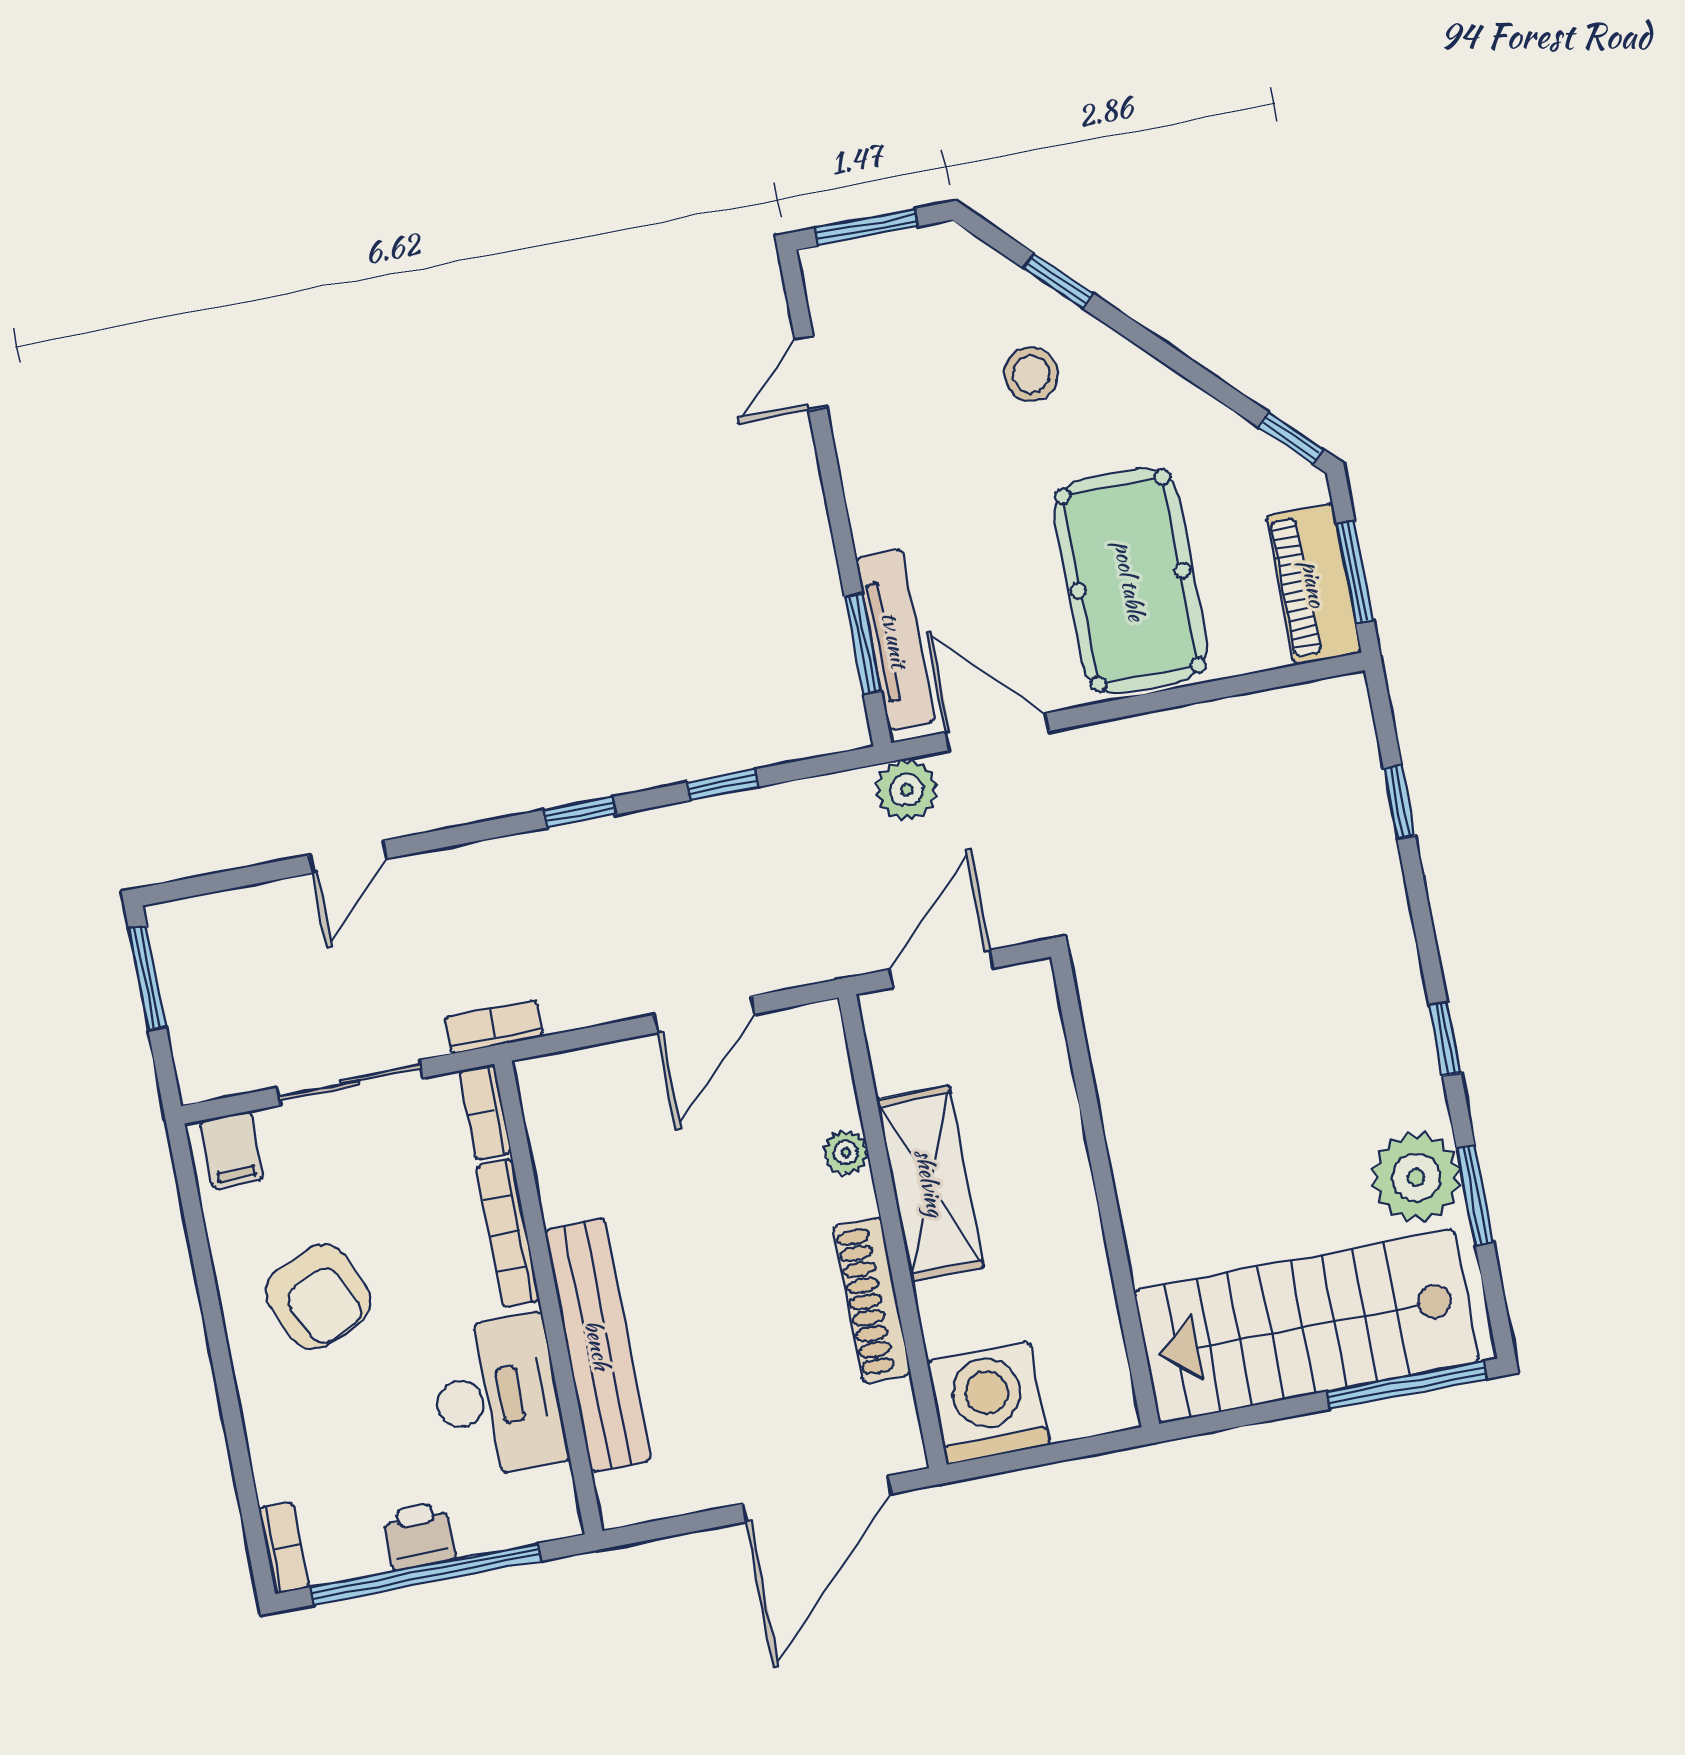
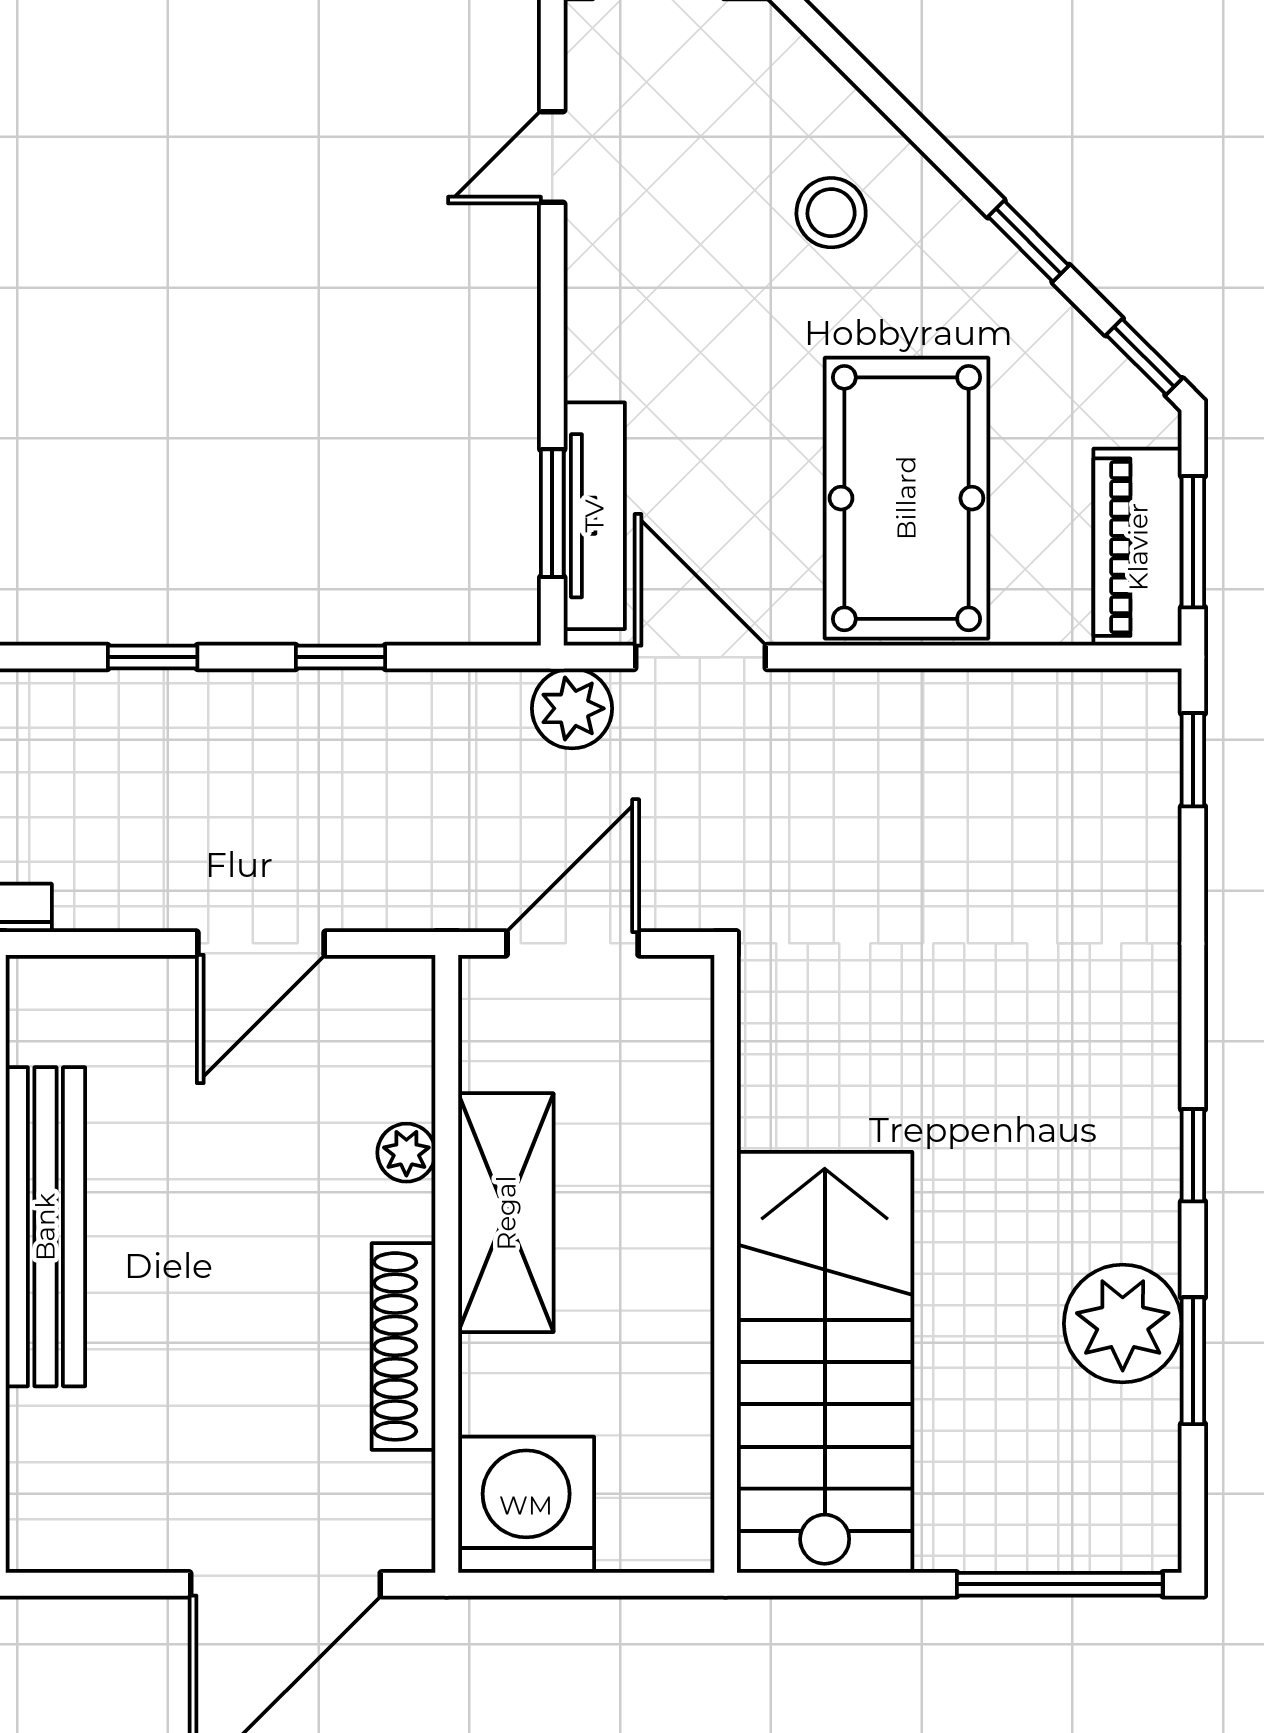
window: (1059, 281) -> (1029, 241), moved
window: (1399, 802) -> (1193, 760), moved
stairs: (1306, 1326) -> (825, 1362), moved, turned 90
bench: (598, 1345) -> (45, 1227), moved

